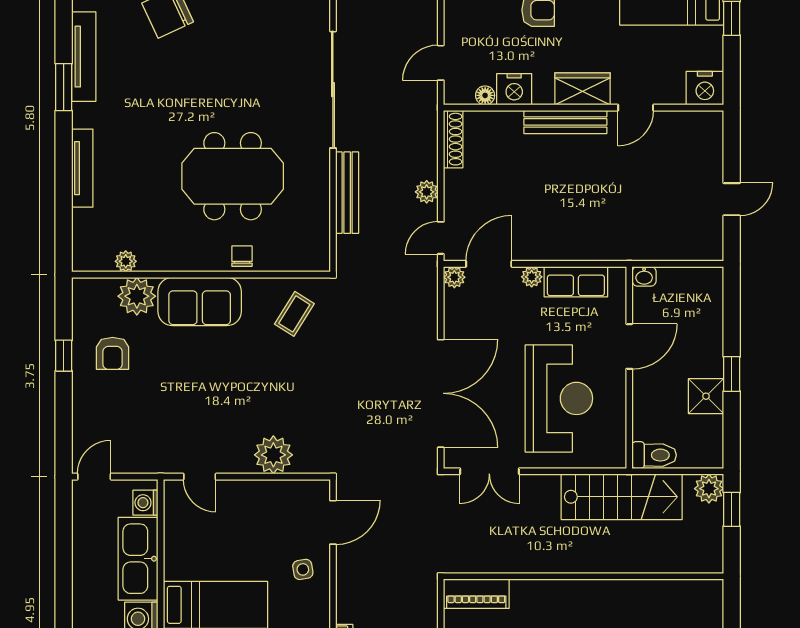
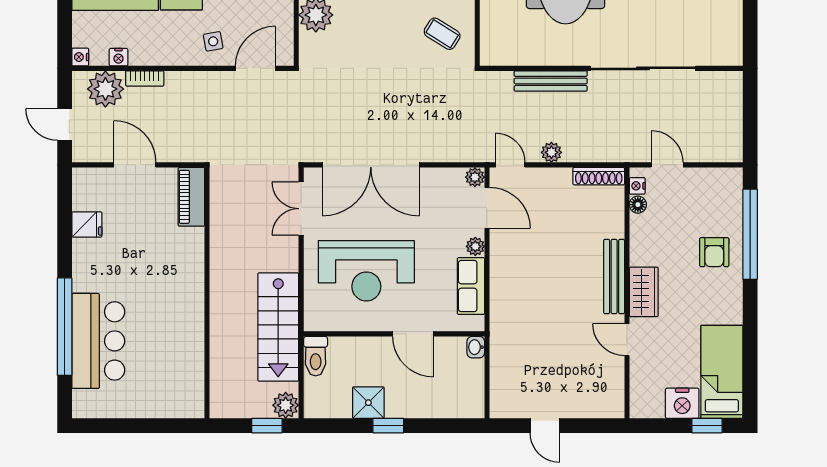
nightstand: (705, 88) -> (682, 403), moved, turned -90
nightstand: (514, 89) -> (637, 186), moved, width x0.53, depth x0.56
door: (333, 522) -> (255, 68), swing flipped

